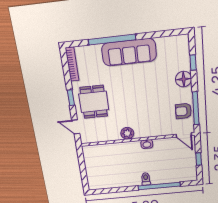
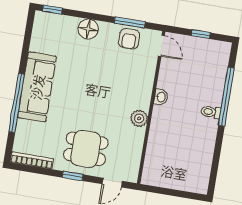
window: (193, 63) -> (52, 10), moved
window: (196, 108) -> (130, 22), width x0.69
door: (184, 135) -> (161, 46), hinge flipped

